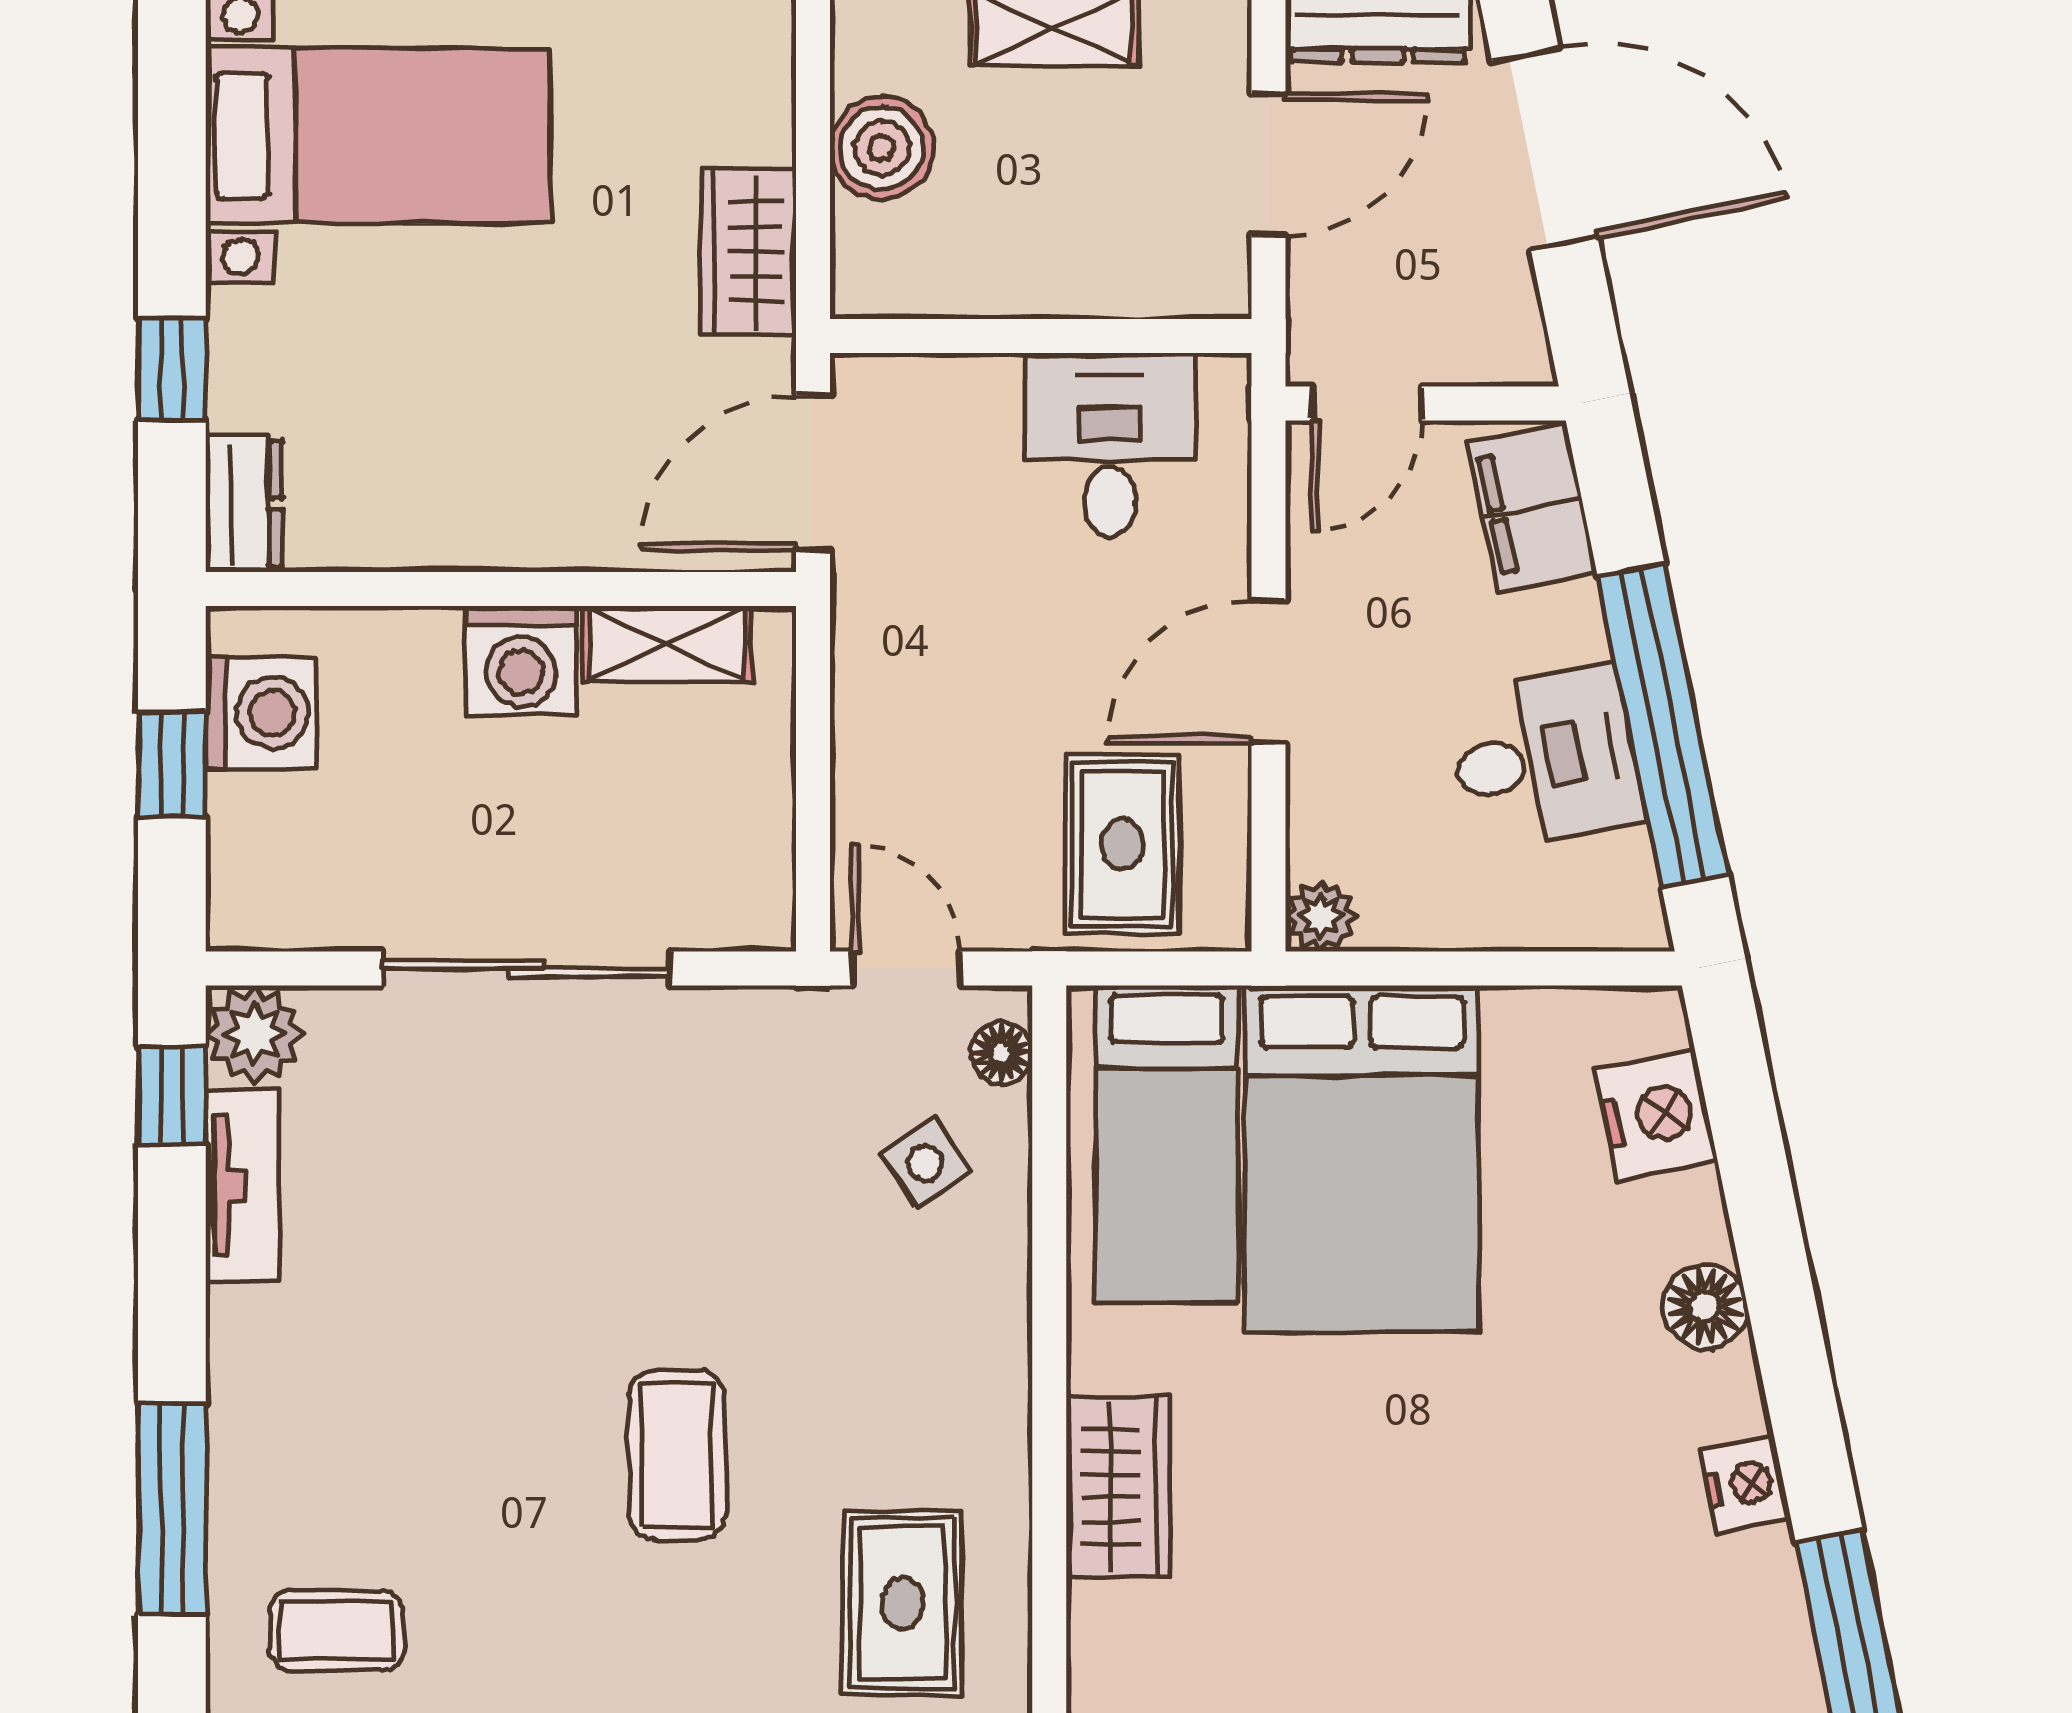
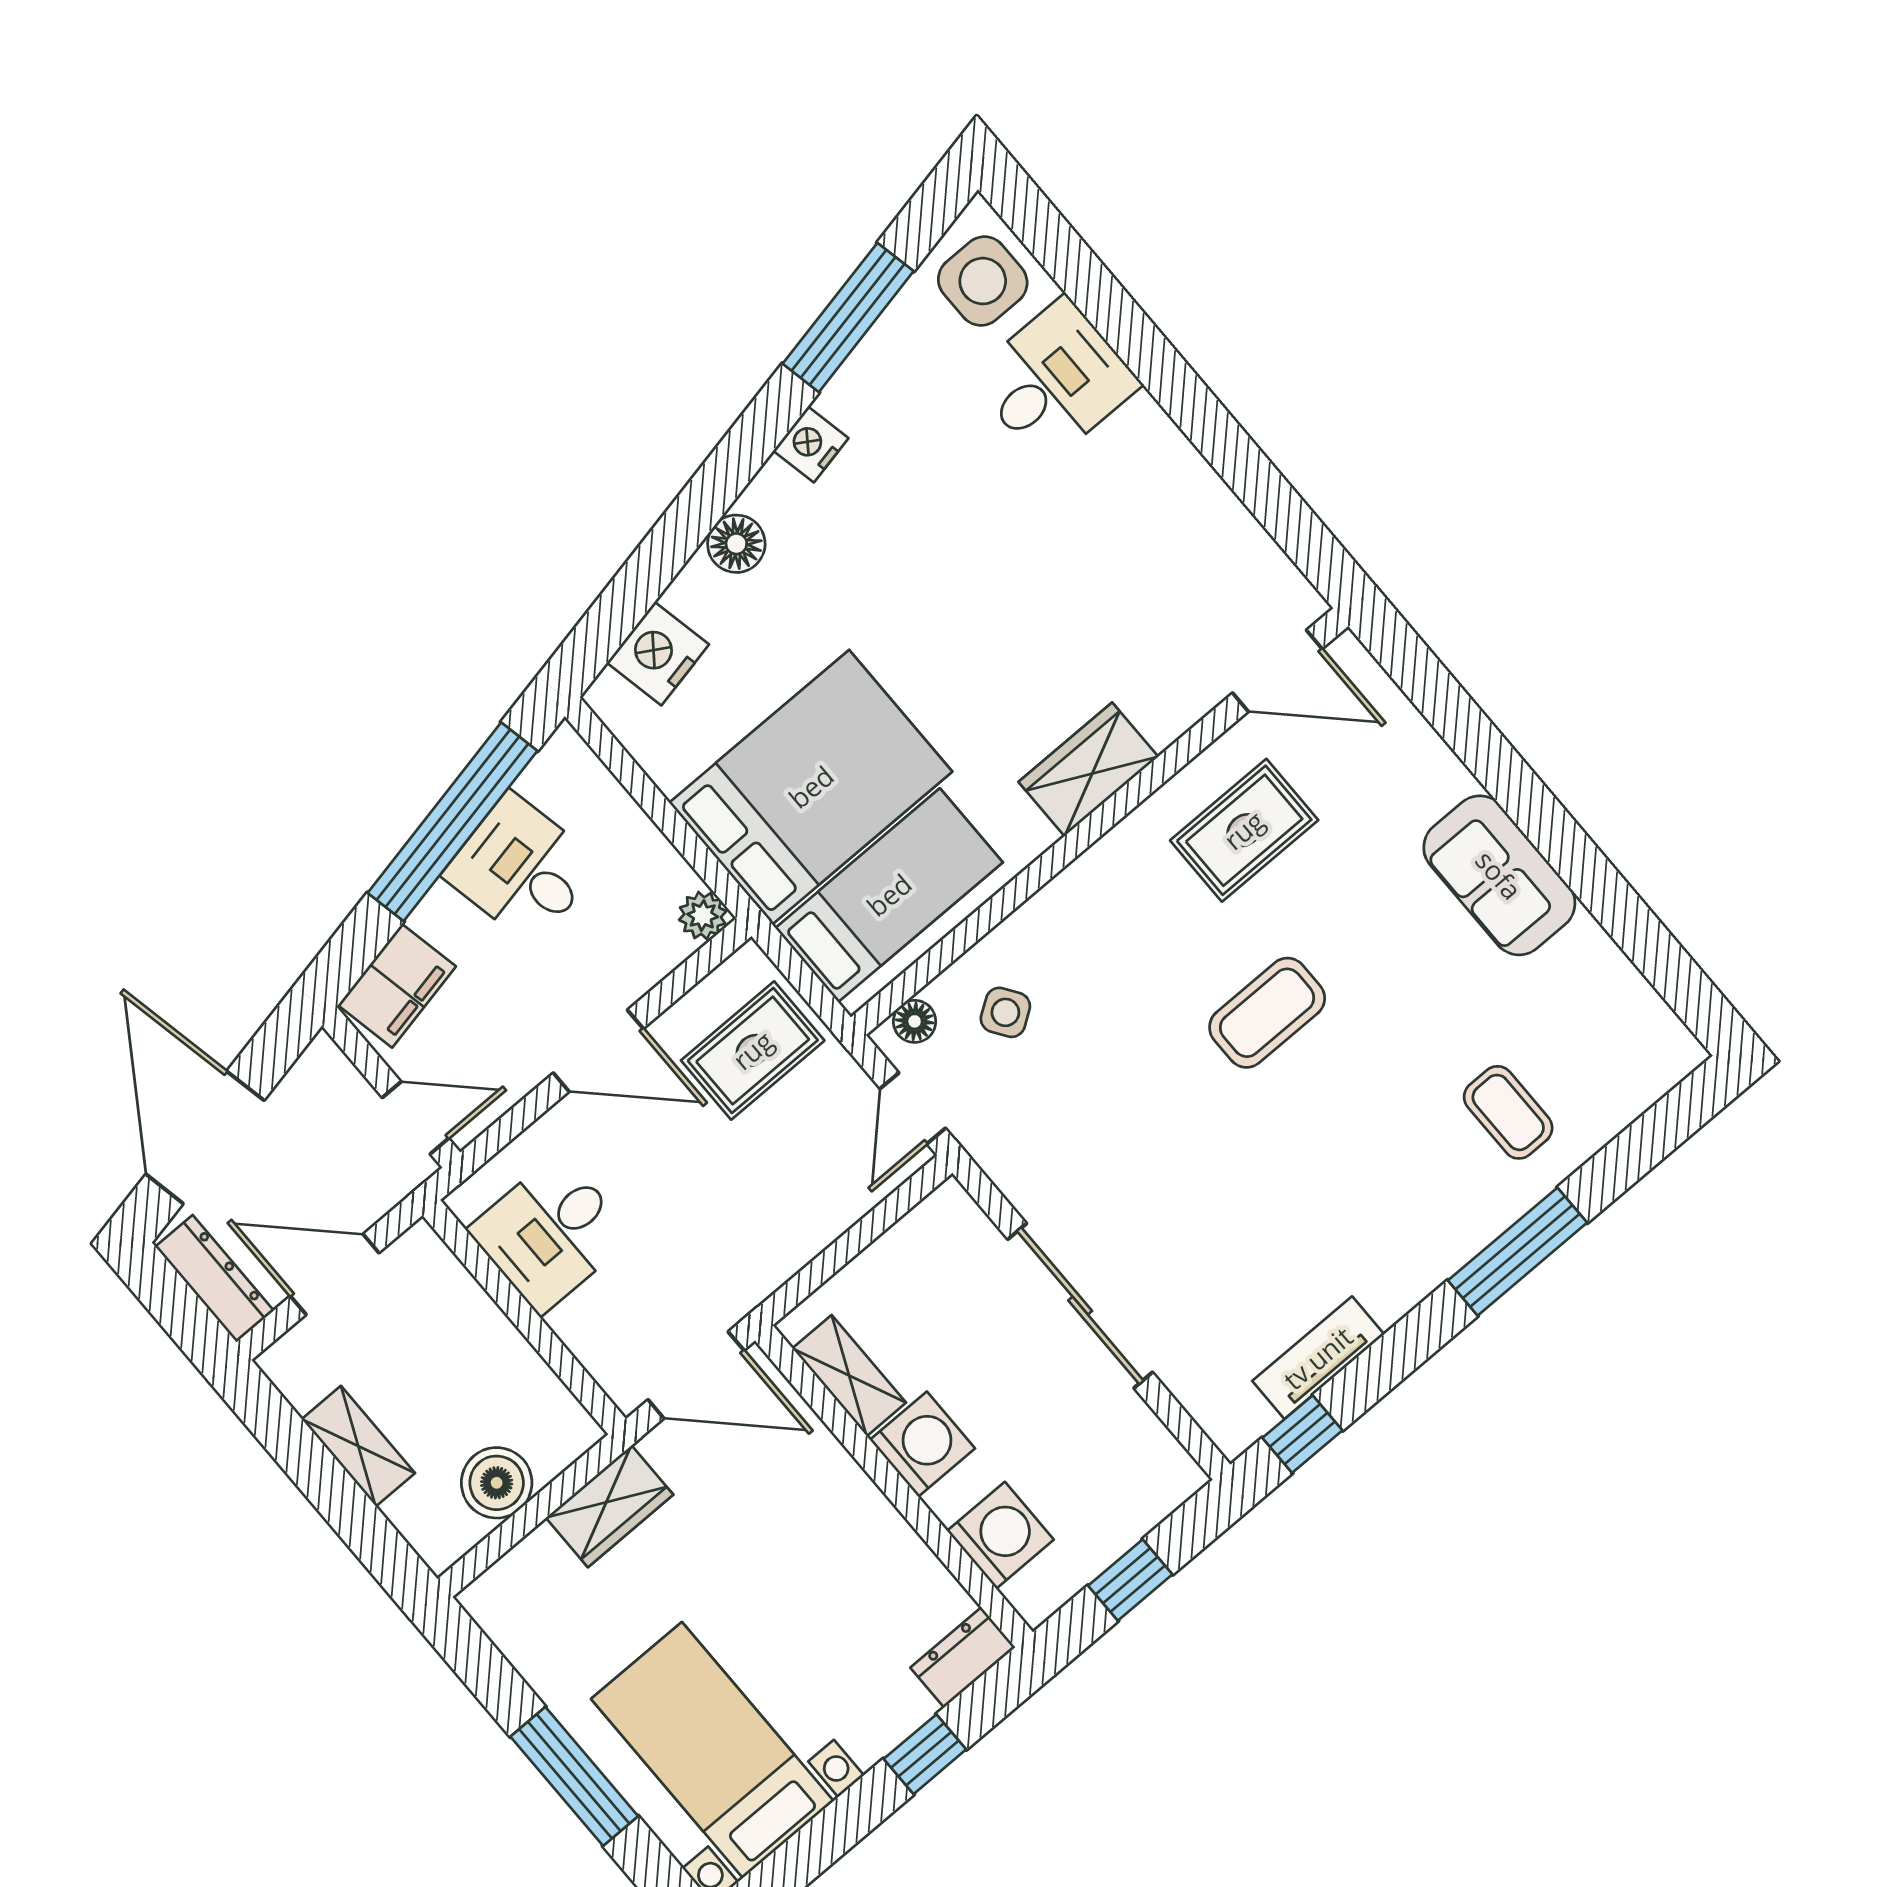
washing machine: (261, 713) -> (1000, 1535), moved, turned 90
plant: (254, 1034) -> (1234, 1418), removed

